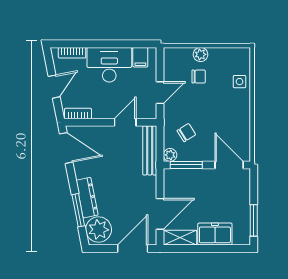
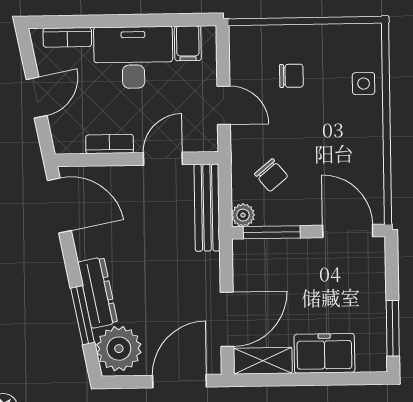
plant: (201, 54) -> (294, 37), removed
door: (160, 93) -> (224, 105), hinge flipped
bookcase: (78, 114) -> (110, 144), moved
chair: (186, 133) -> (271, 175), turned 82

